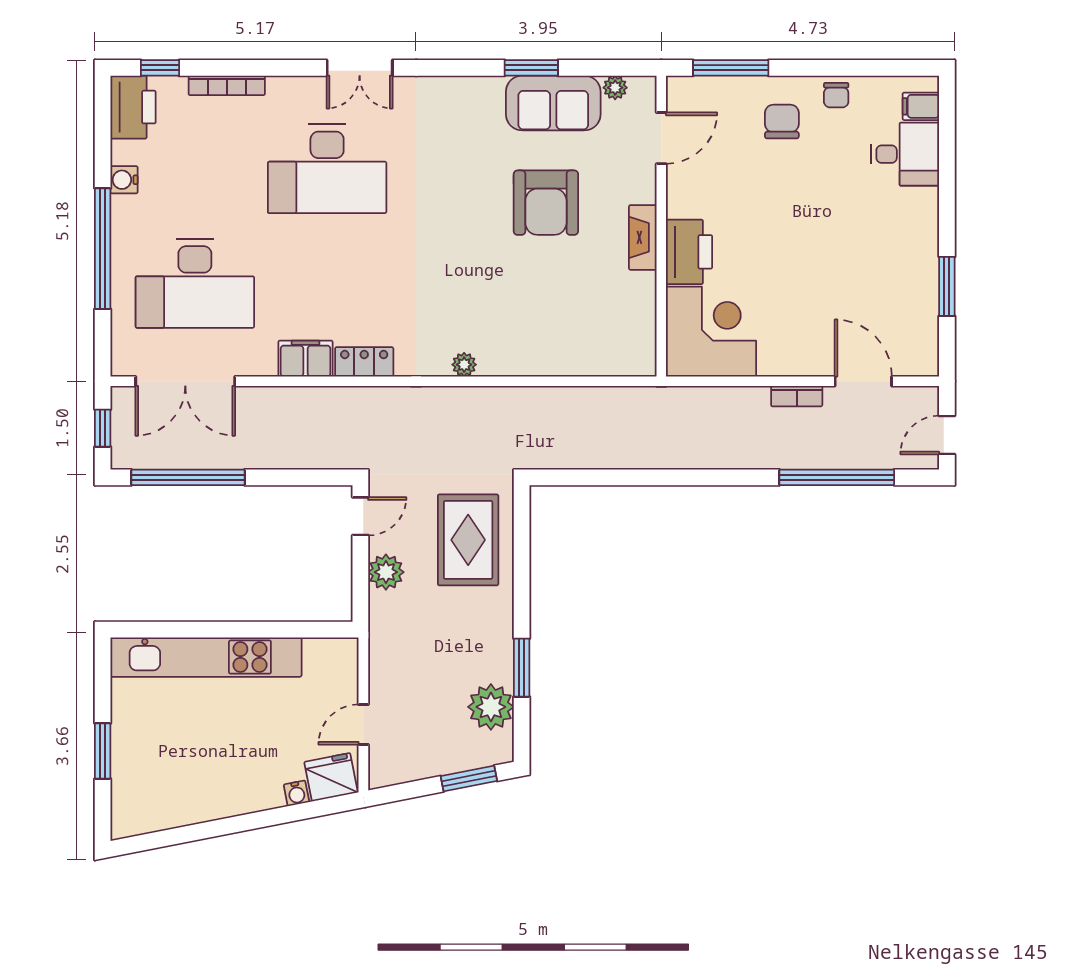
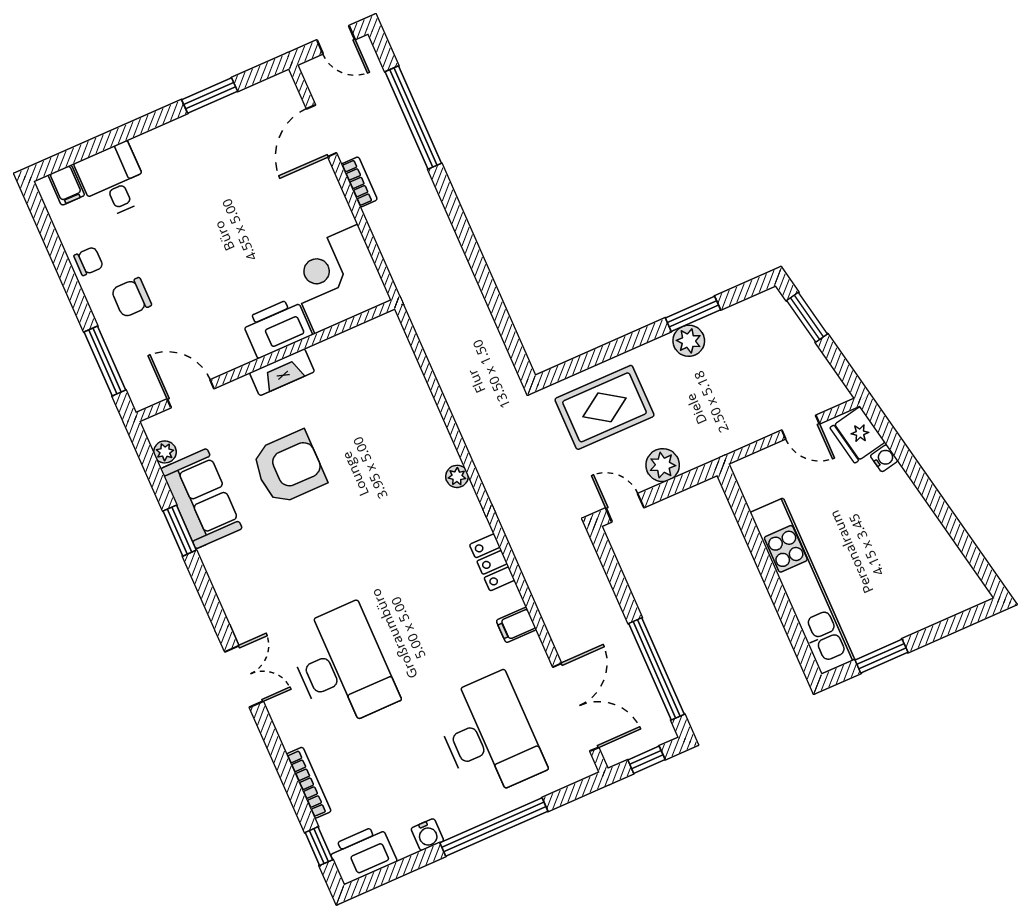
filing cabinet: (306, 359) -> (516, 625), width x0.50
plant: (491, 707) -> (689, 341), moved, width x0.73, depth x0.73
window: (103, 751) -> (881, 656), moved

